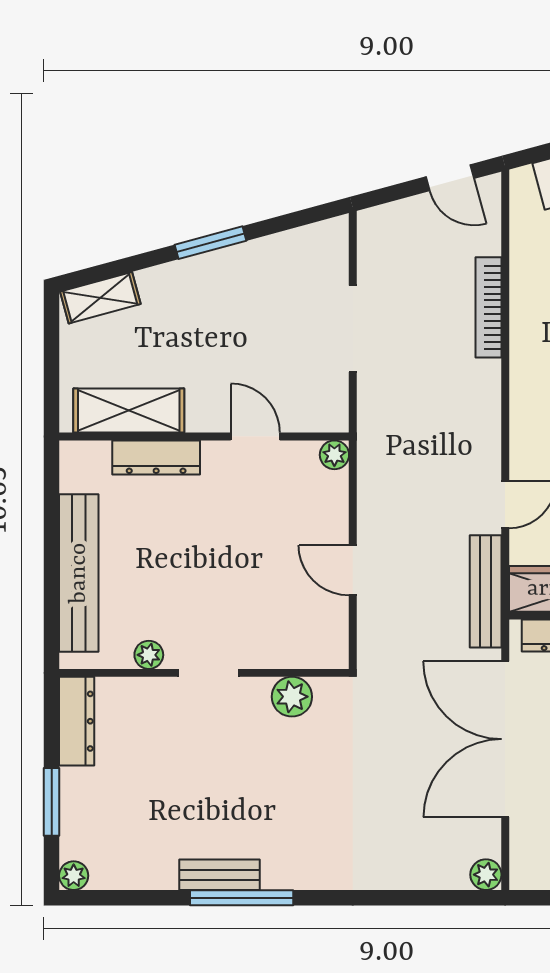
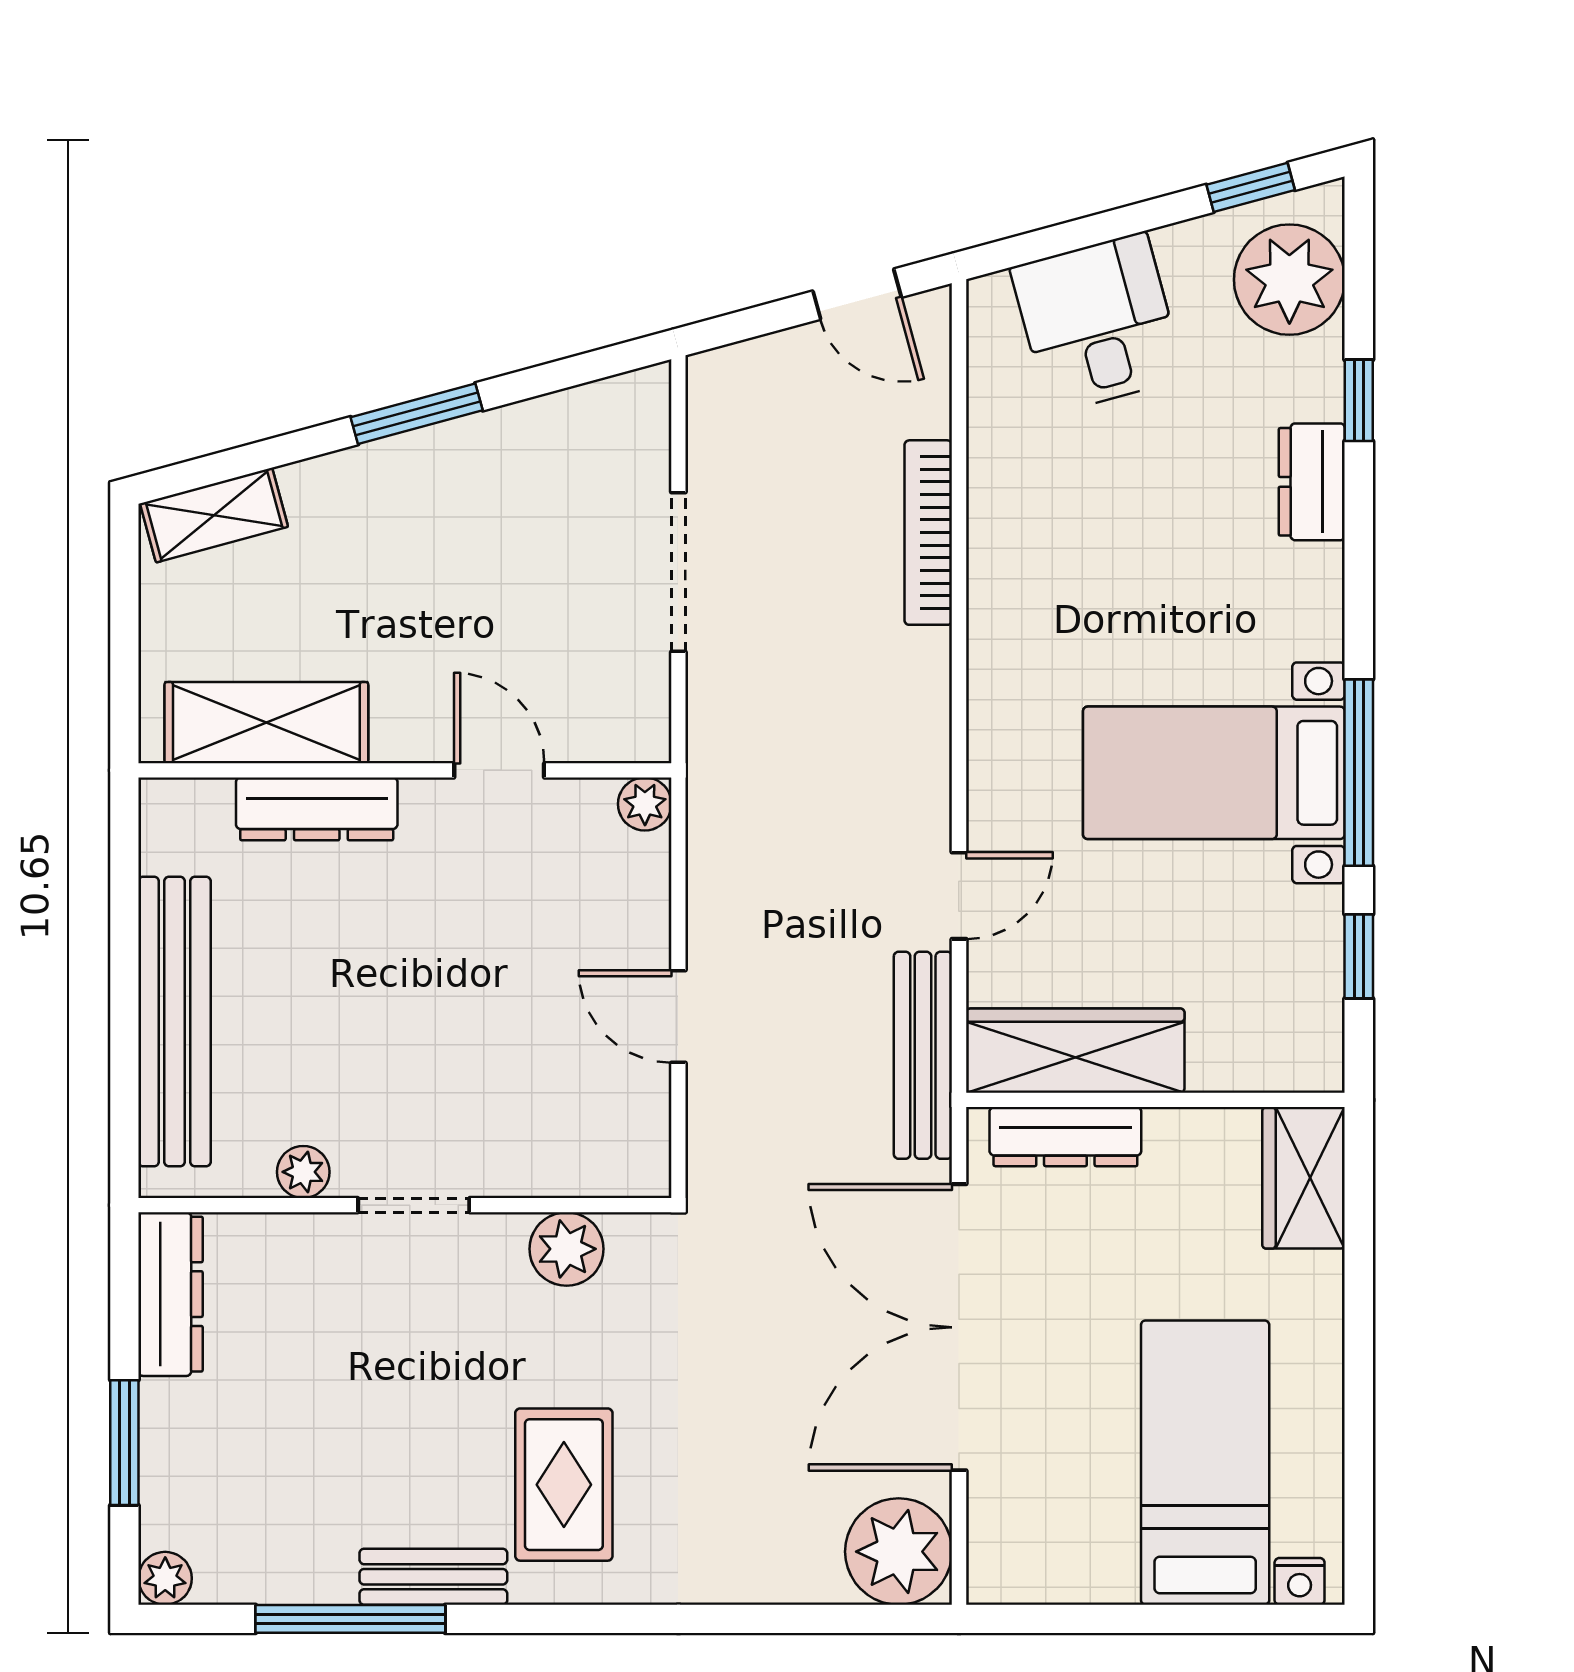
rug: (290, 825) -> (564, 1485), added
plant: (486, 875) -> (899, 1552), width x1.88, depth x1.88
window: (242, 898) -> (350, 1619), moved

